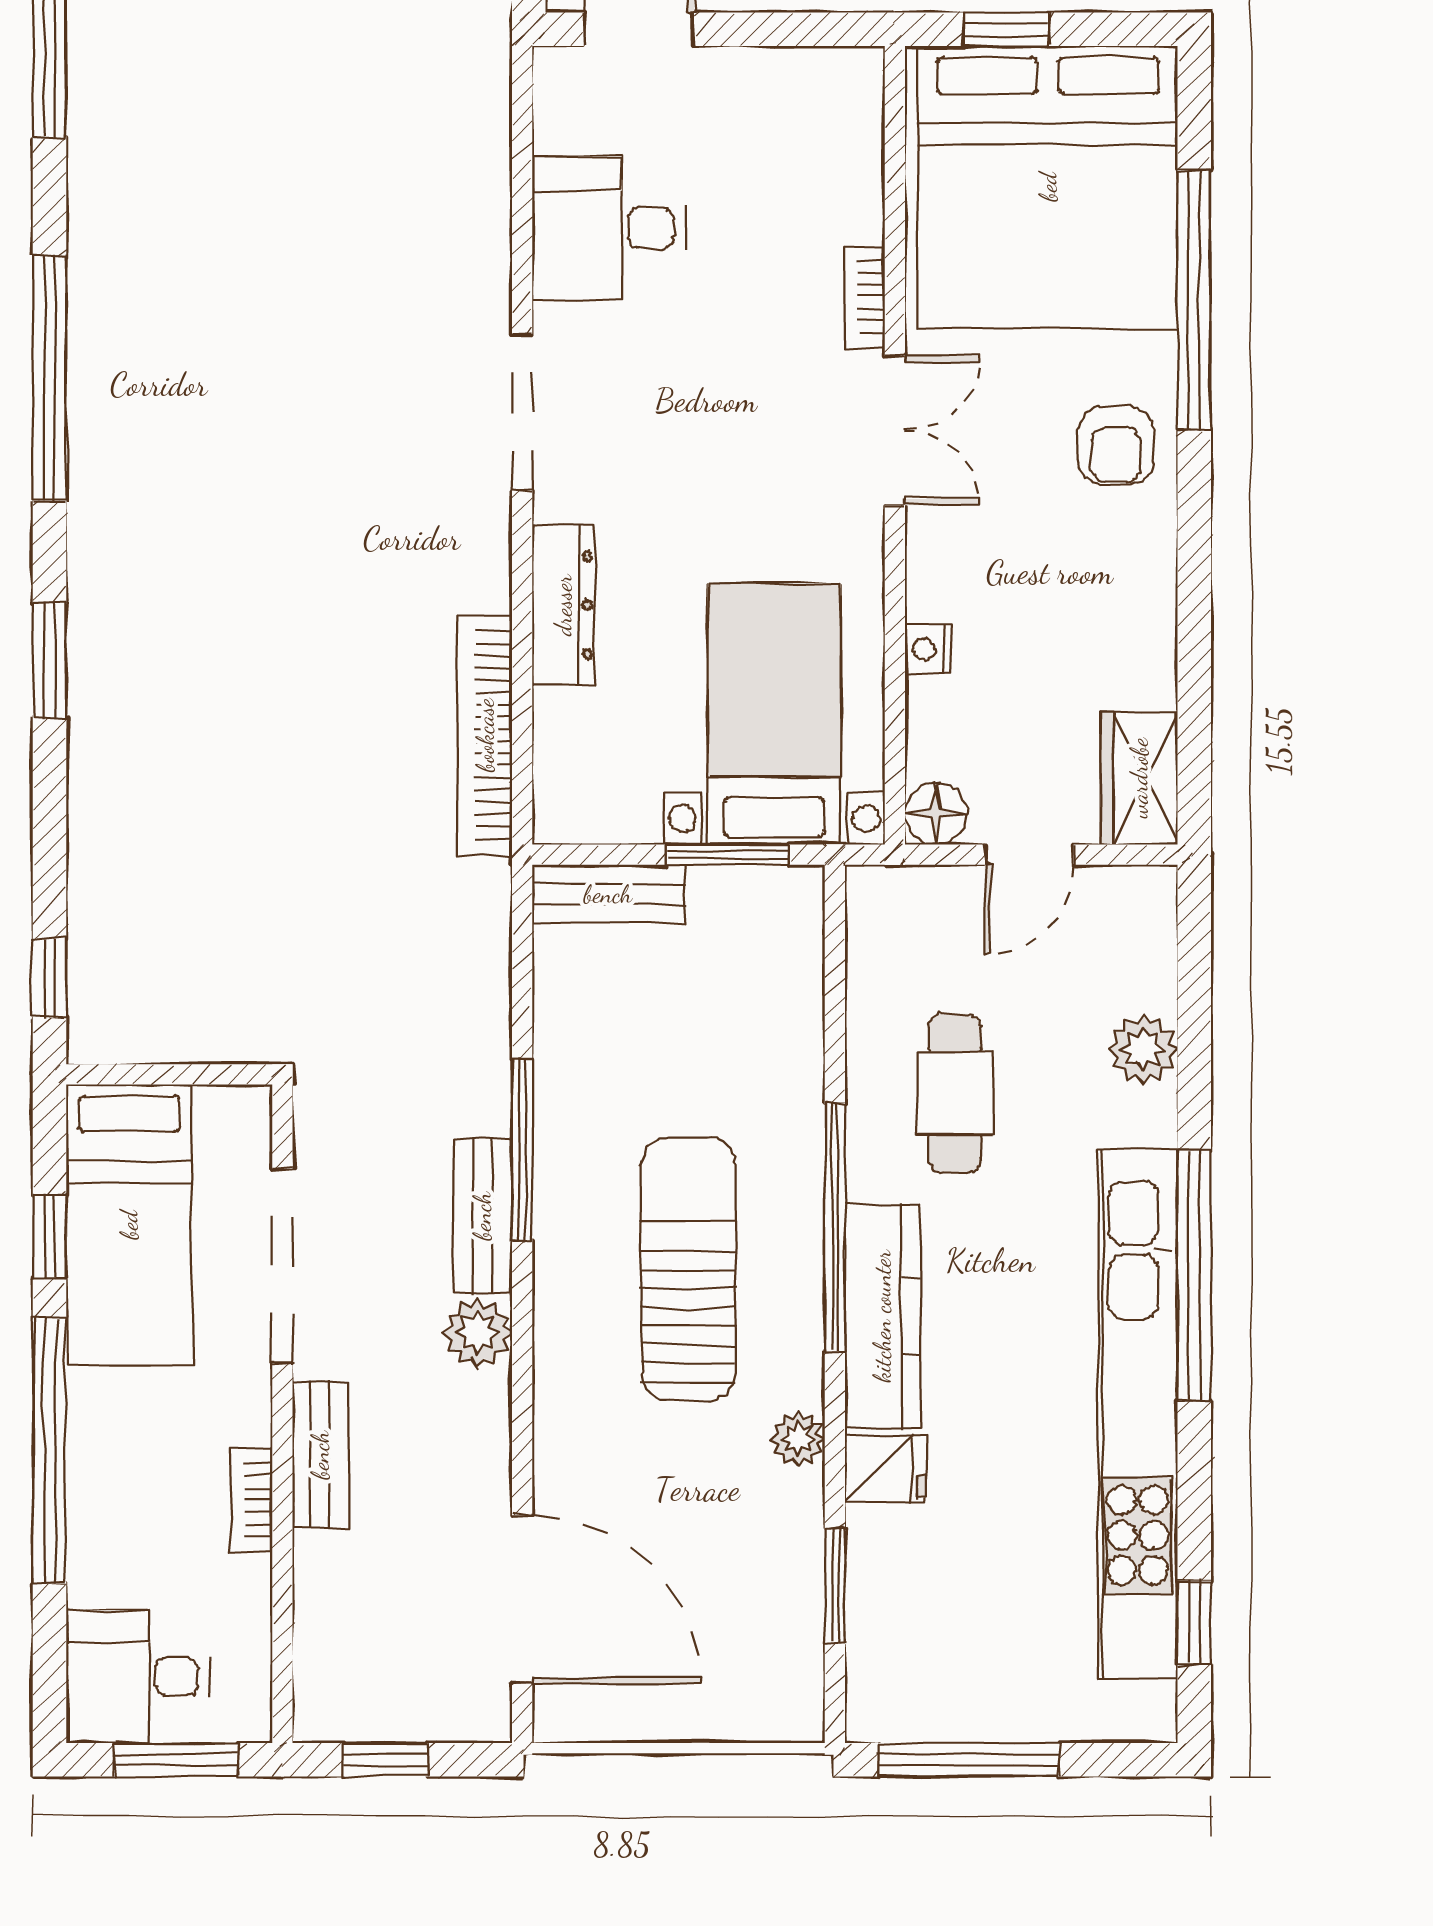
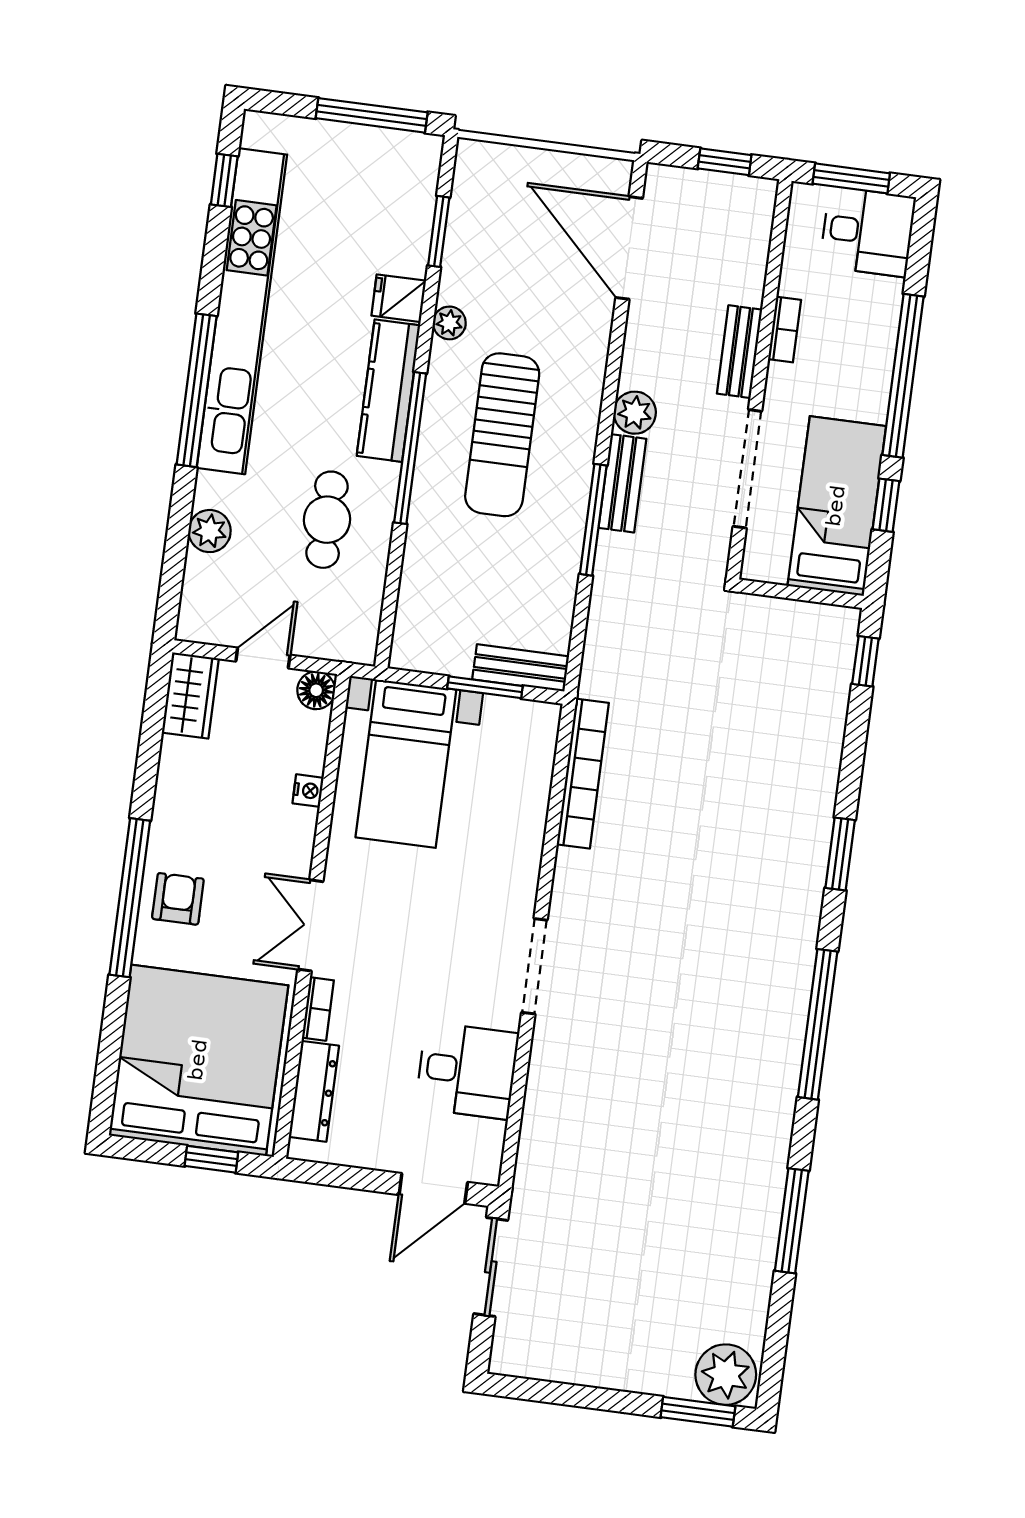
window: (1194, 300) -> (130, 898), moved
dresser: (563, 605) -> (314, 1091), moved, turned 180
window: (728, 855) -> (485, 687), moved

